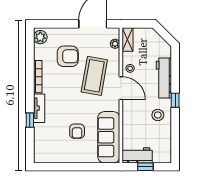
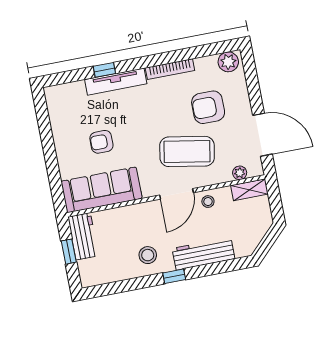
armchair: (68, 56) -> (208, 107), turned 90
tv unit: (39, 108) -> (116, 82), width x1.41

